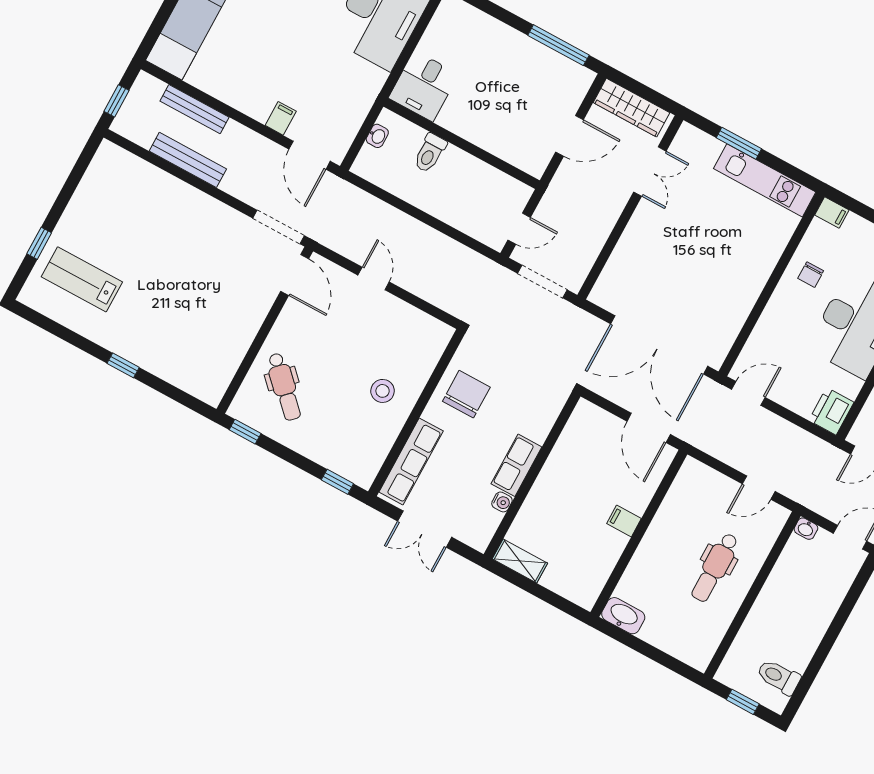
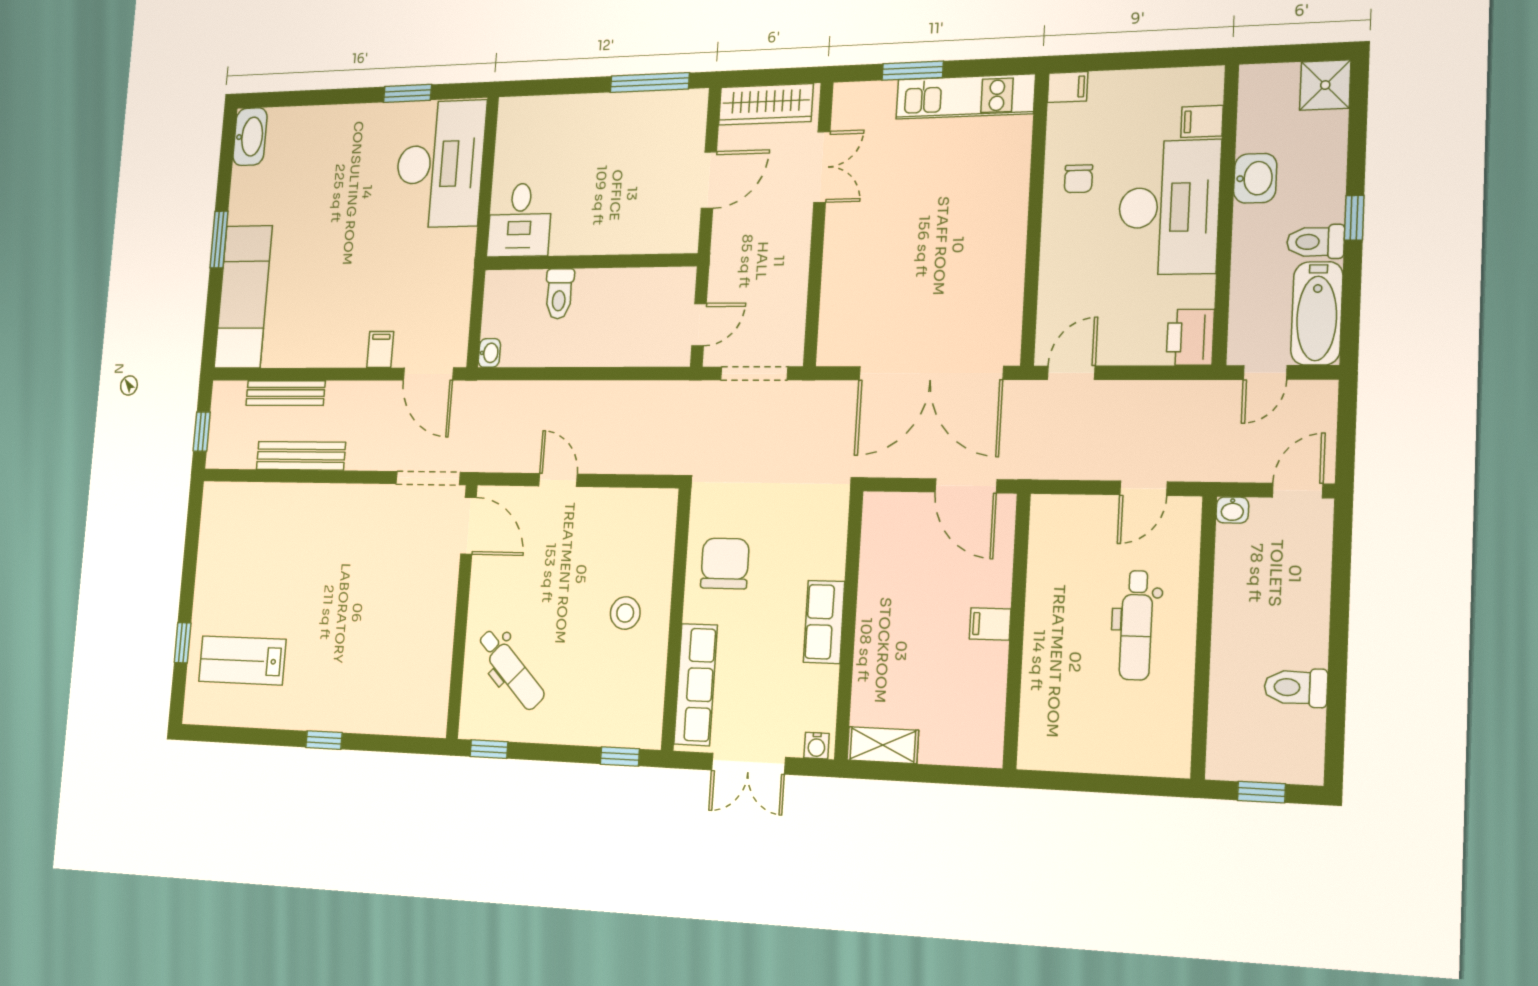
washbasin: (377, 136) -> (489, 353), moved
water cooler: (502, 502) -> (817, 746), moved, turned 90
washbasin: (623, 616) -> (1047, 752), removed
toilet: (779, 677) -> (1296, 687), moved

